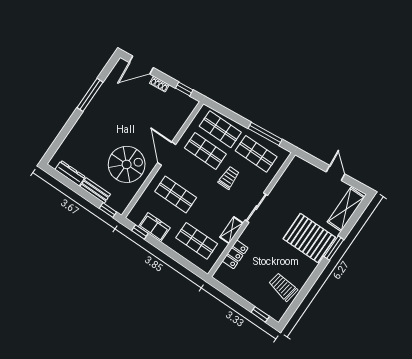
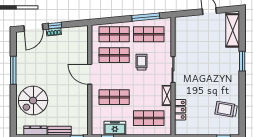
window: (184, 89) -> (55, 26), moved
spiral stairs: (127, 164) -> (33, 100), moved, turned 180
pallet: (309, 238) -> (221, 66), removed

